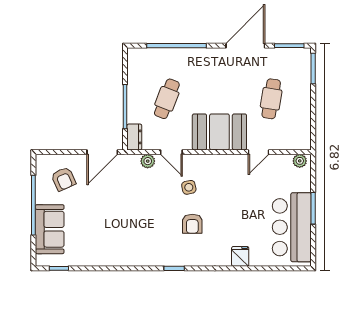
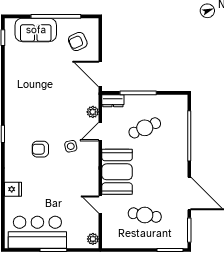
cafe table: (167, 99) -> (145, 128), turned -45

